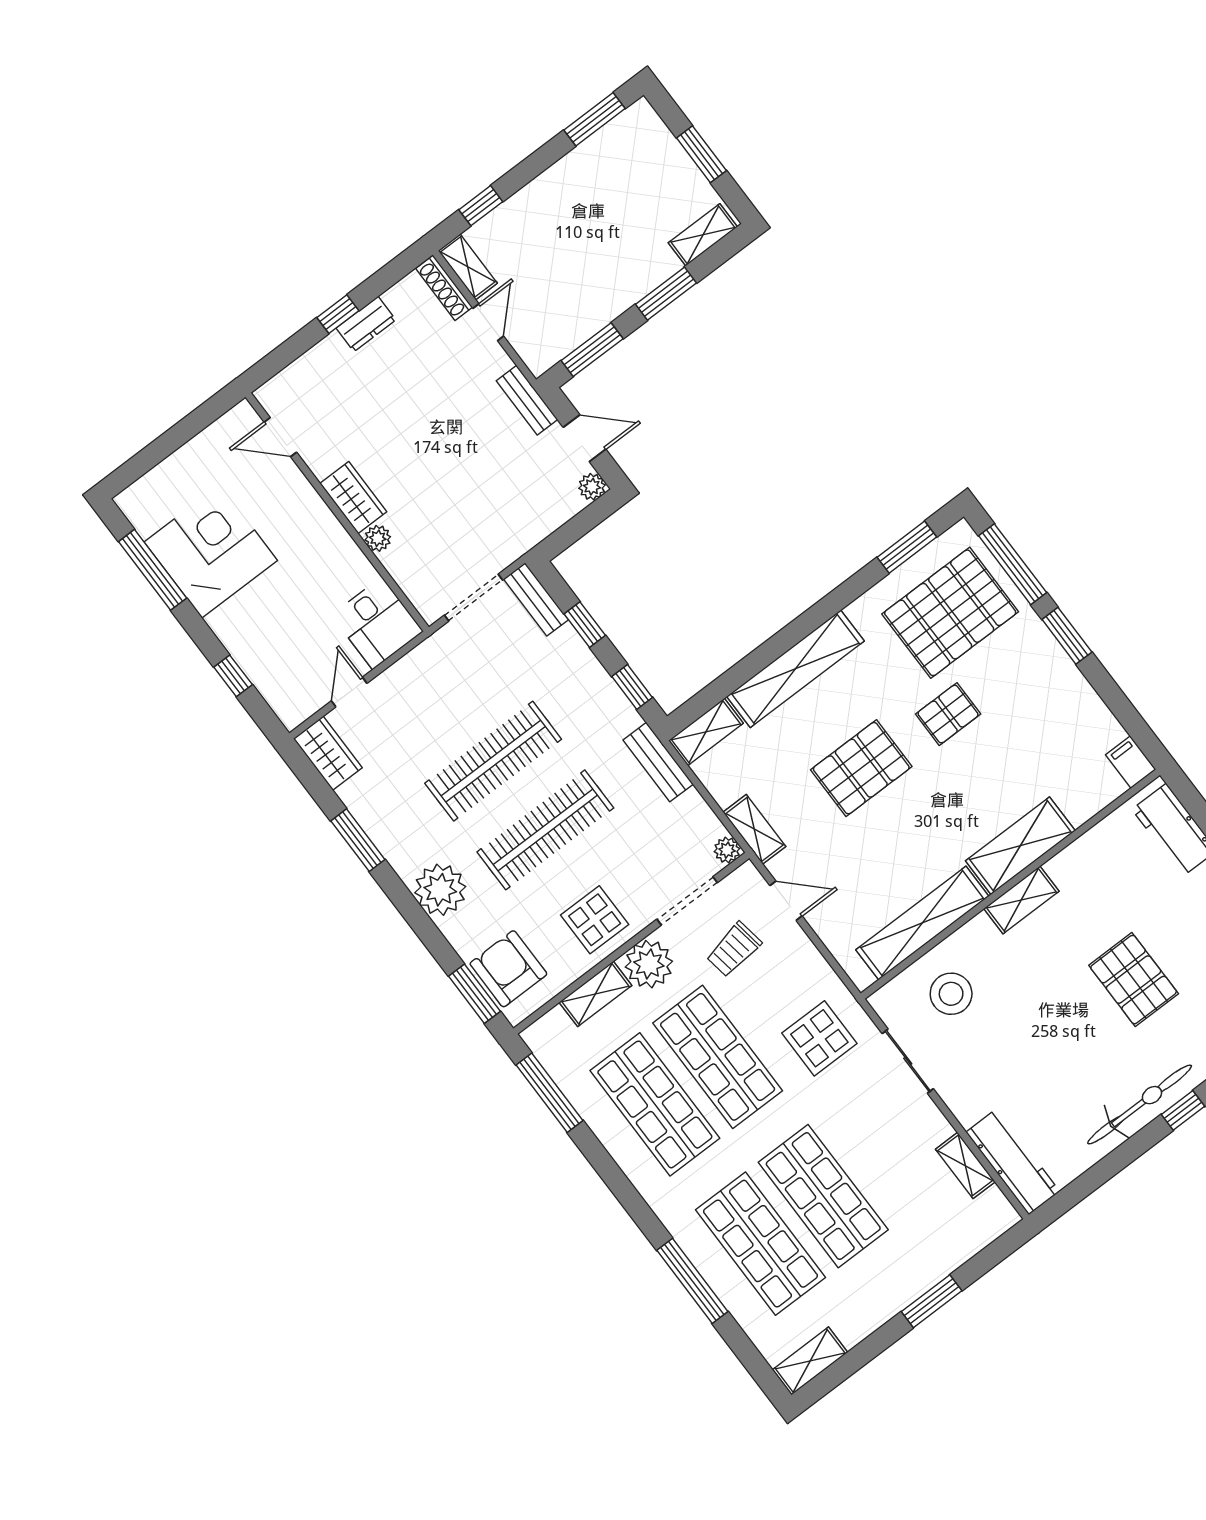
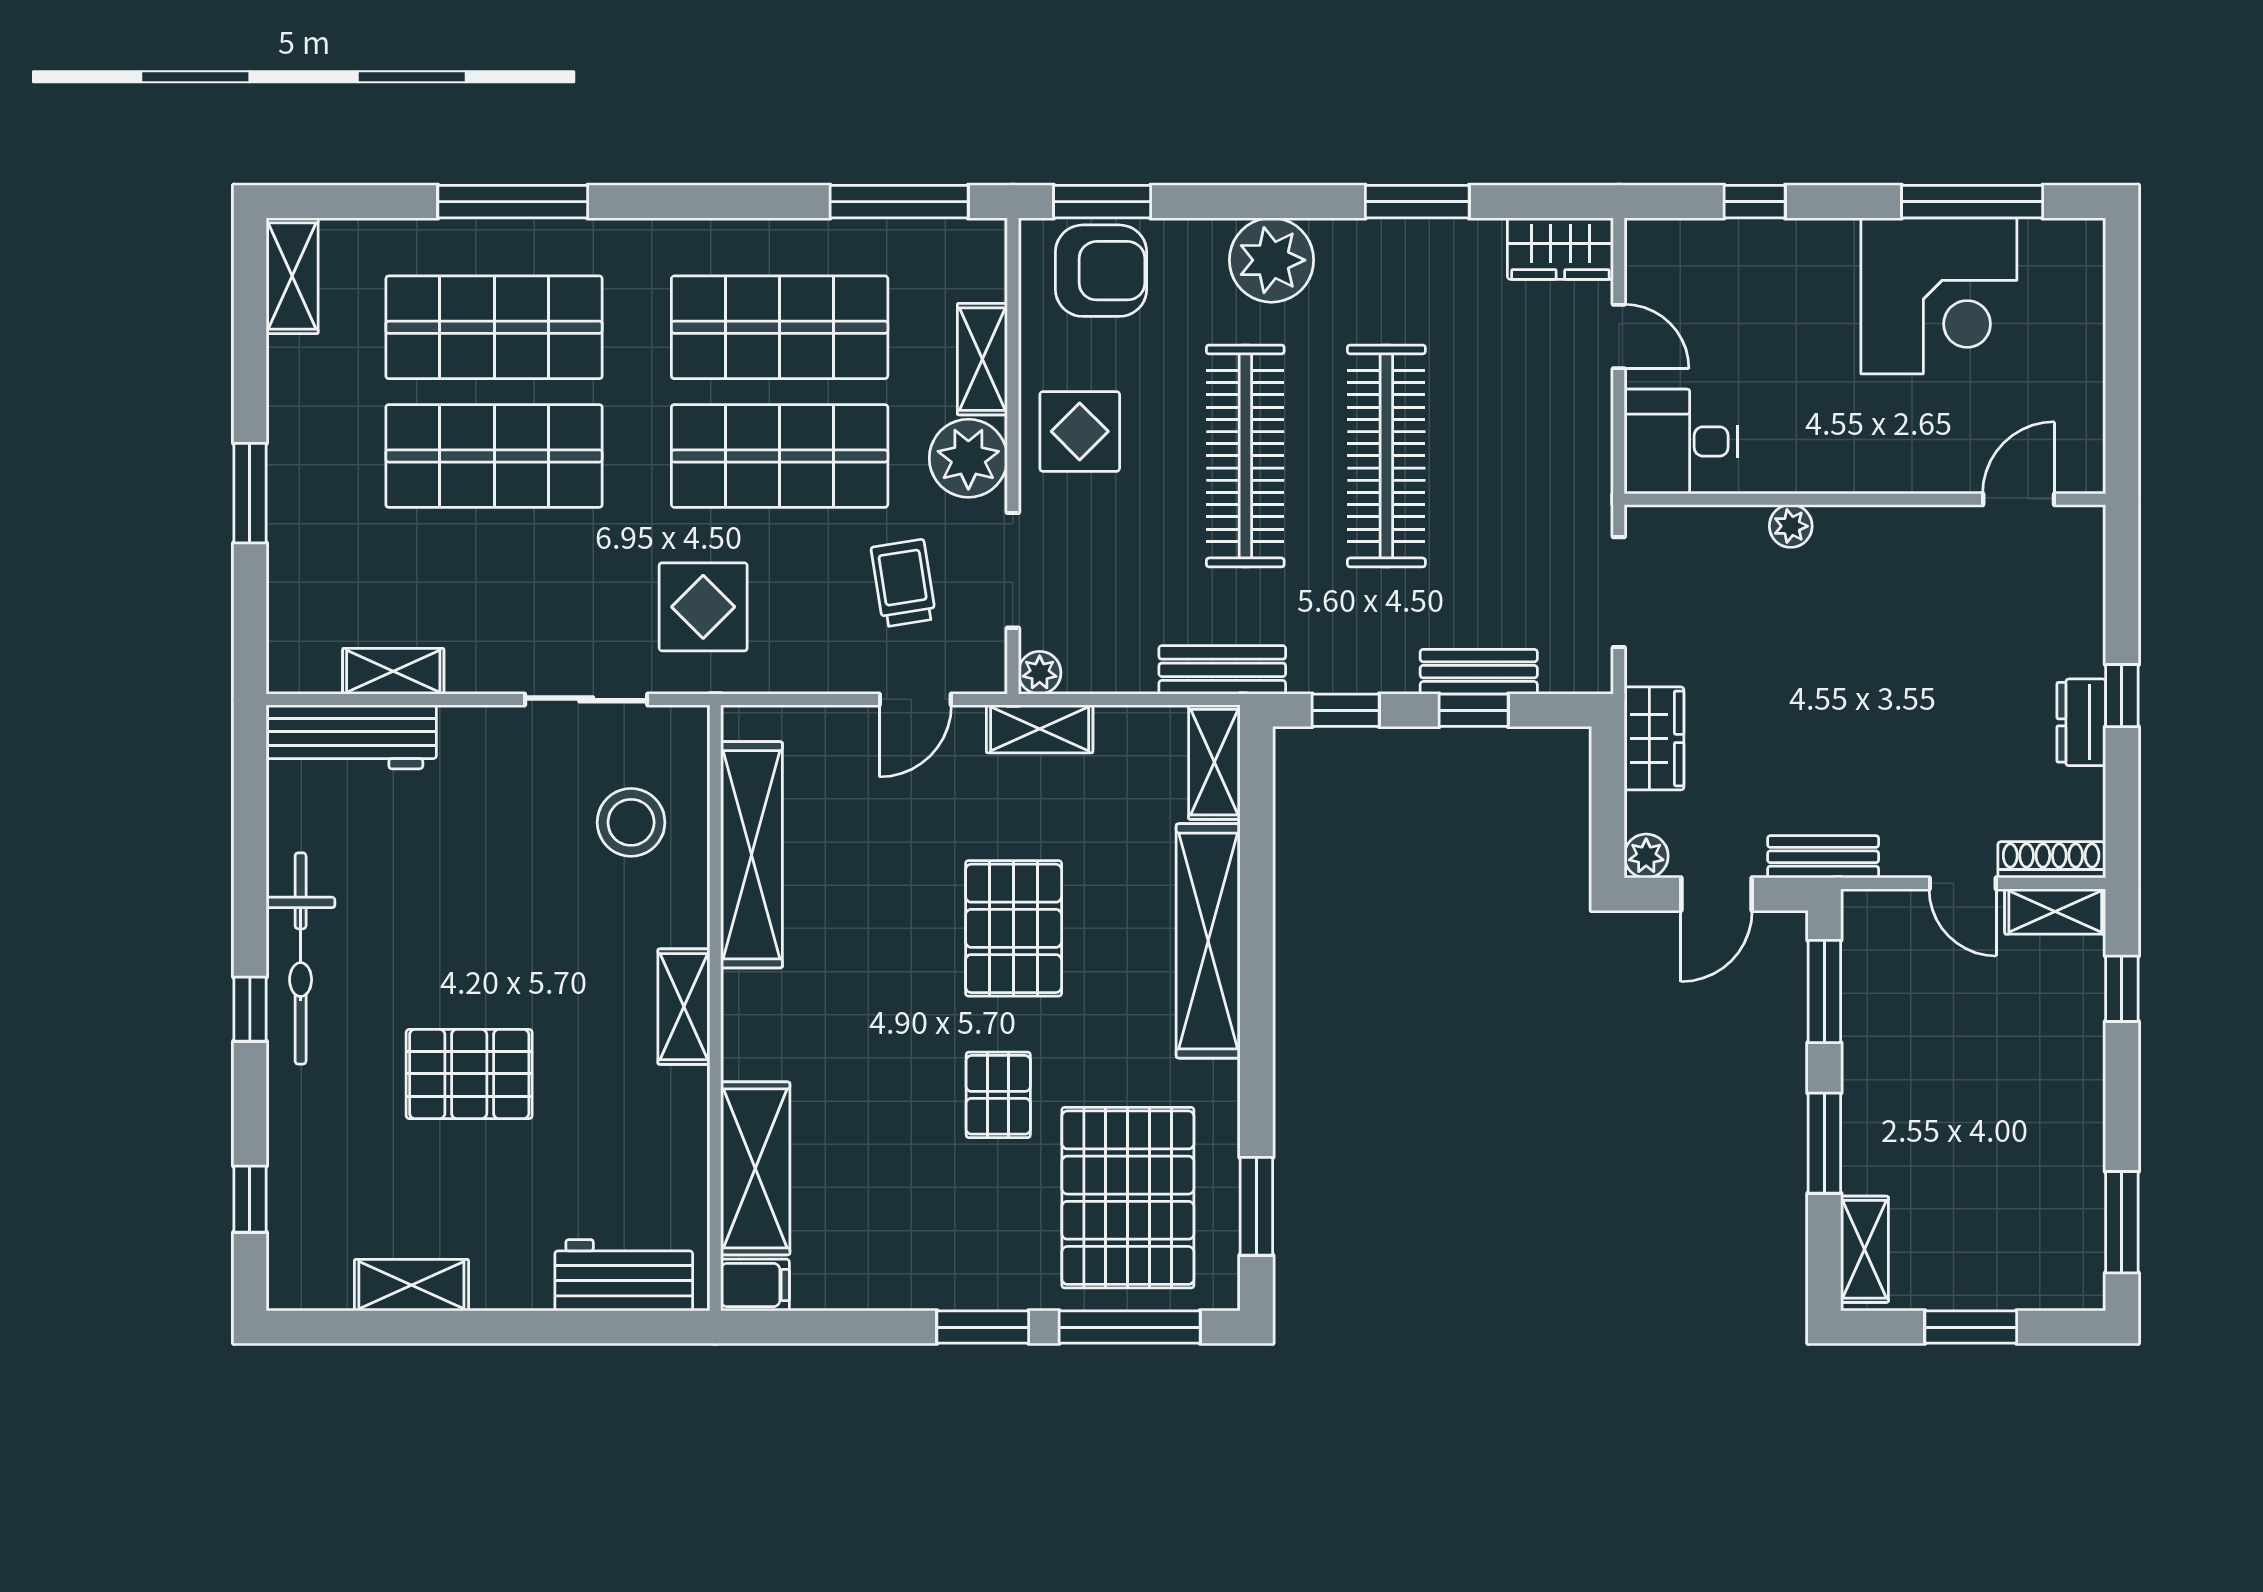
wardrobe: (353, 498) -> (1654, 738), moved, turned -90
bench: (536, 599) -> (1479, 672), moved
shelving: (1020, 846) -> (755, 1168), moved

